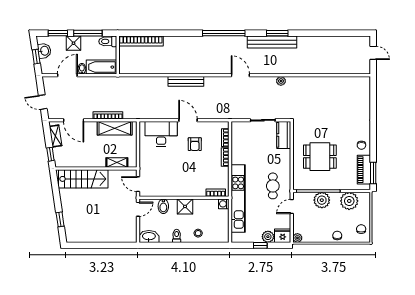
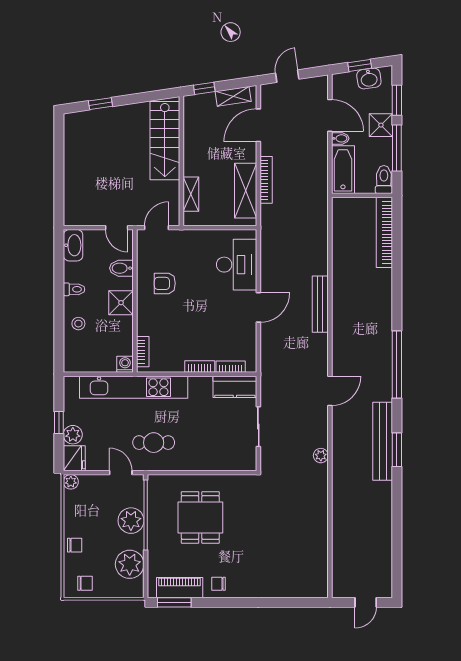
kitchen counter: (284, 135) -> (235, 387), moved, turned 180
armchair: (195, 144) -> (165, 283), moved

